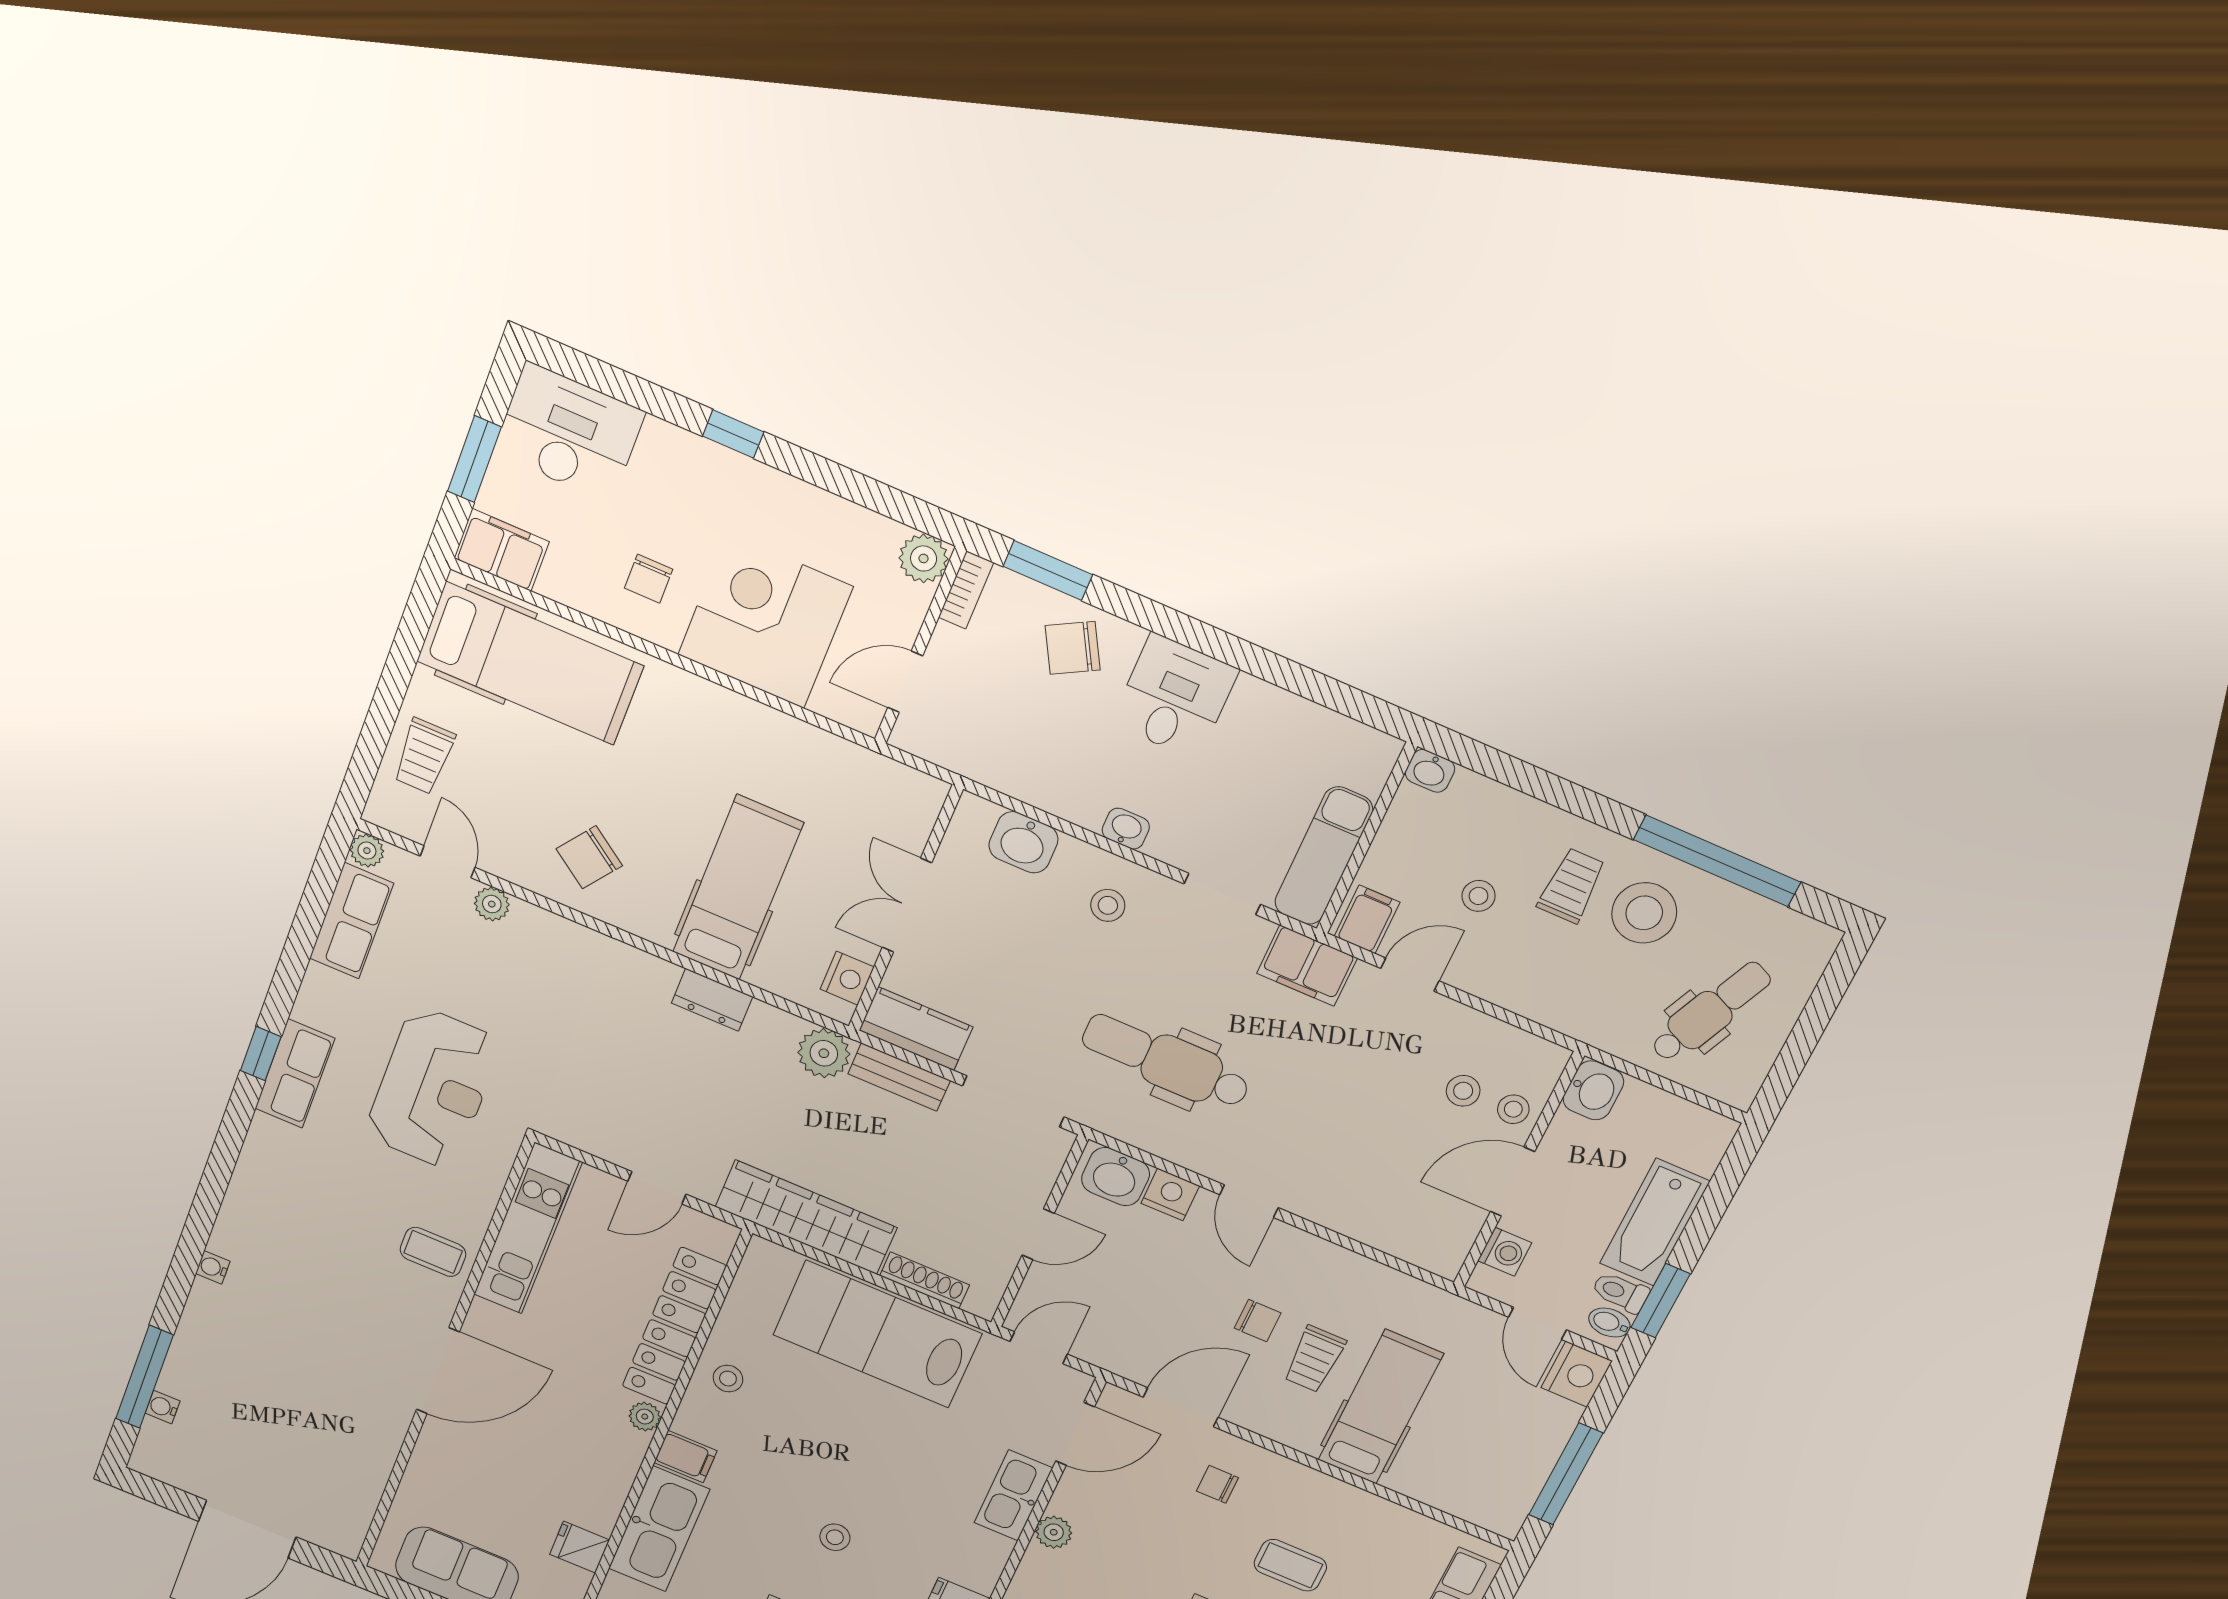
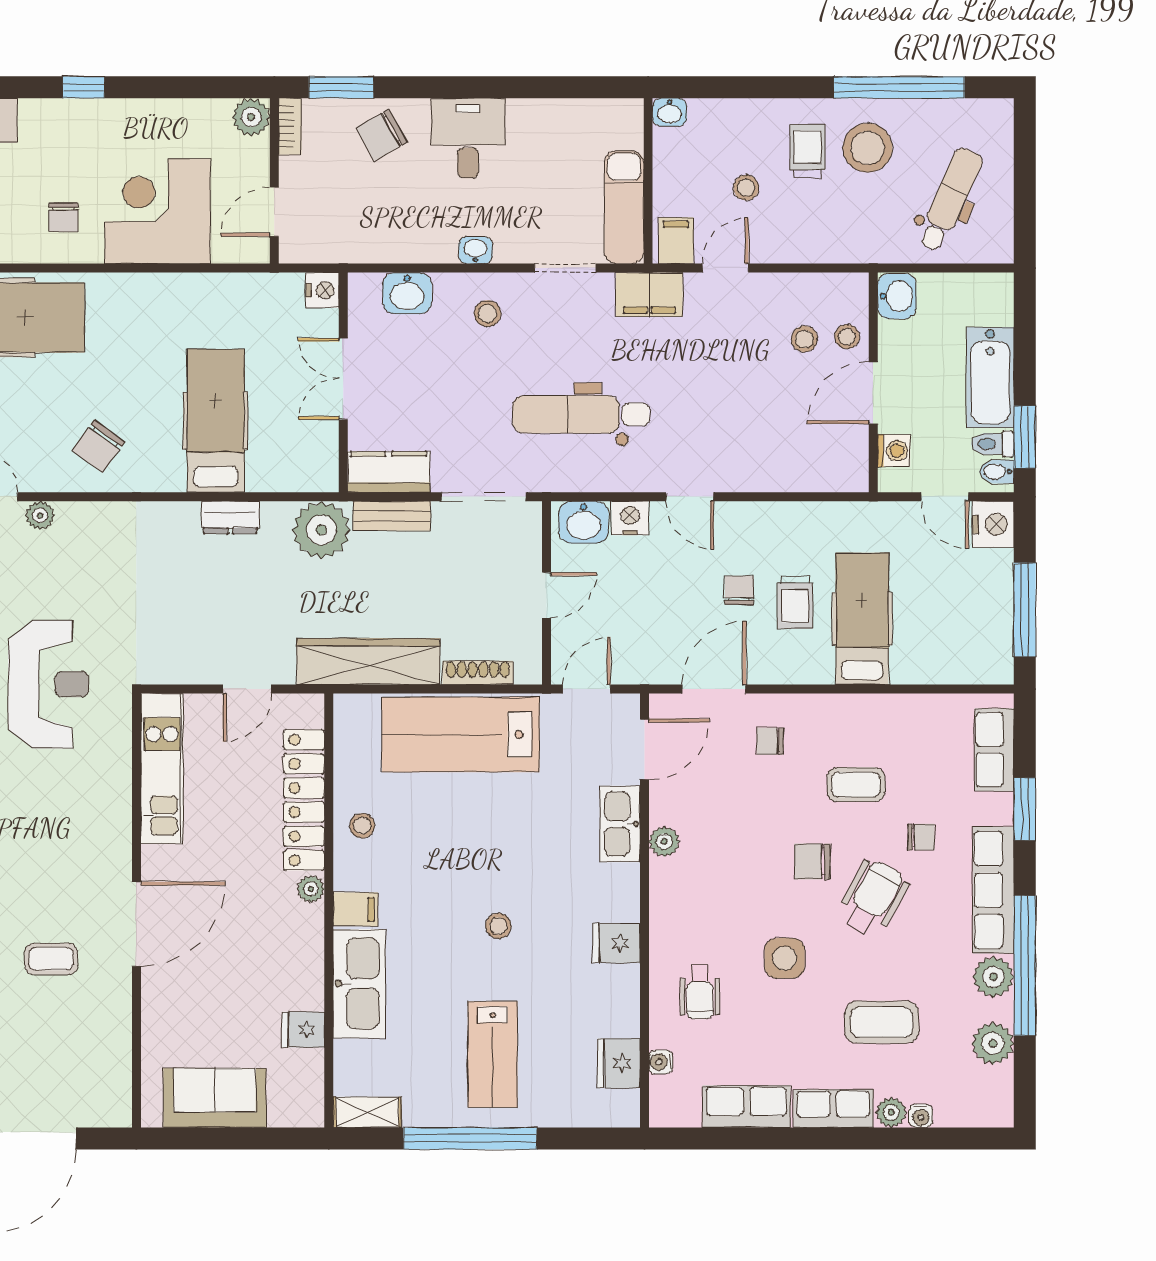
nightstand: (847, 978) -> (323, 290), moved
plant: (824, 1053) -> (321, 530), width x1.36, depth x1.36
coffee table: (433, 1252) -> (51, 959), moved
chair: (1258, 1321) -> (739, 590), turned -90

